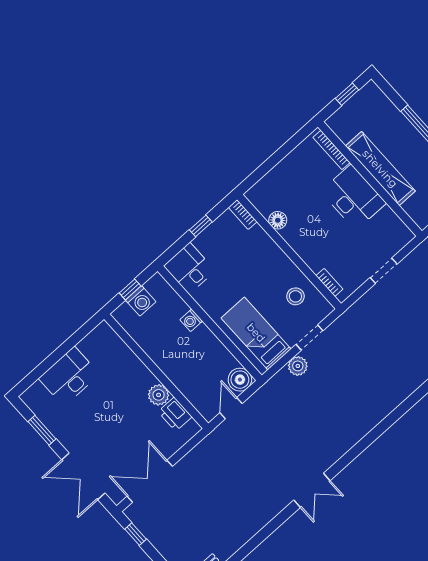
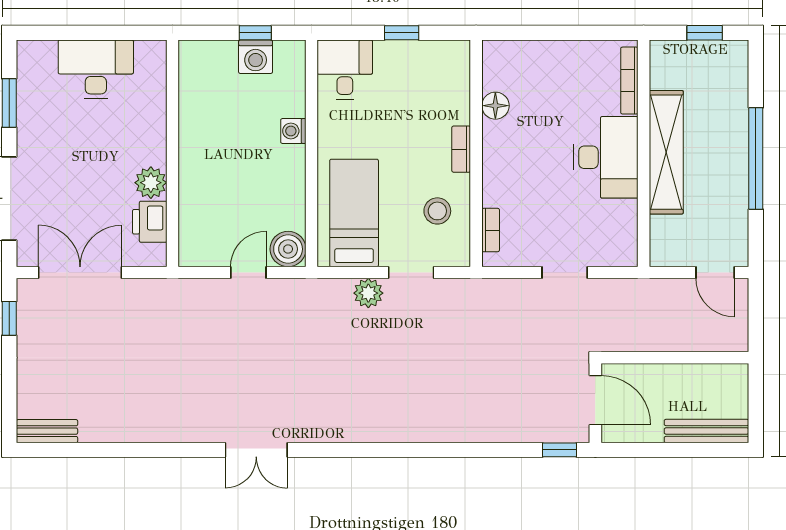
bookcase: (243, 215) -> (461, 149), moved
wall: (156, 371) -> (172, 153), moved
plant: (159, 395) -> (151, 183), moved
printer: (175, 414) -> (150, 222), moved

